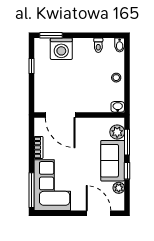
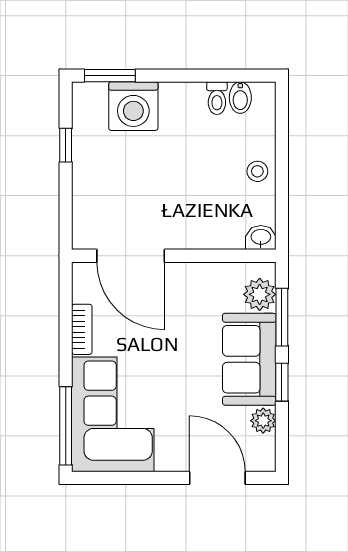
bidet: (120, 45) -> (240, 98), moved

